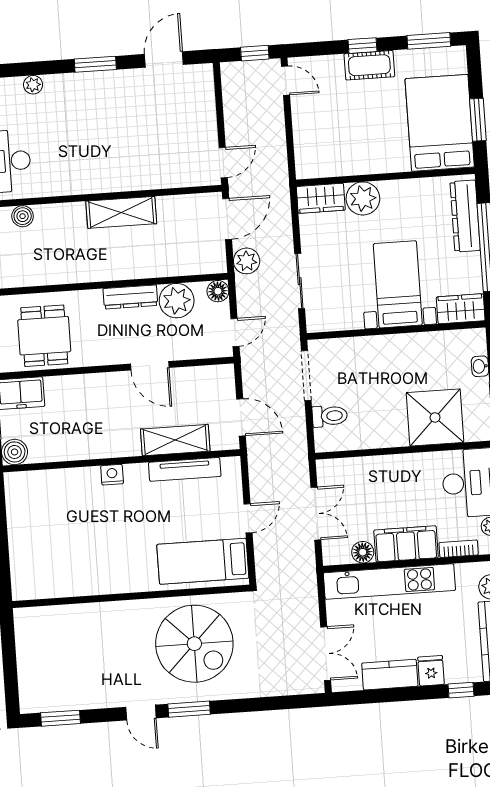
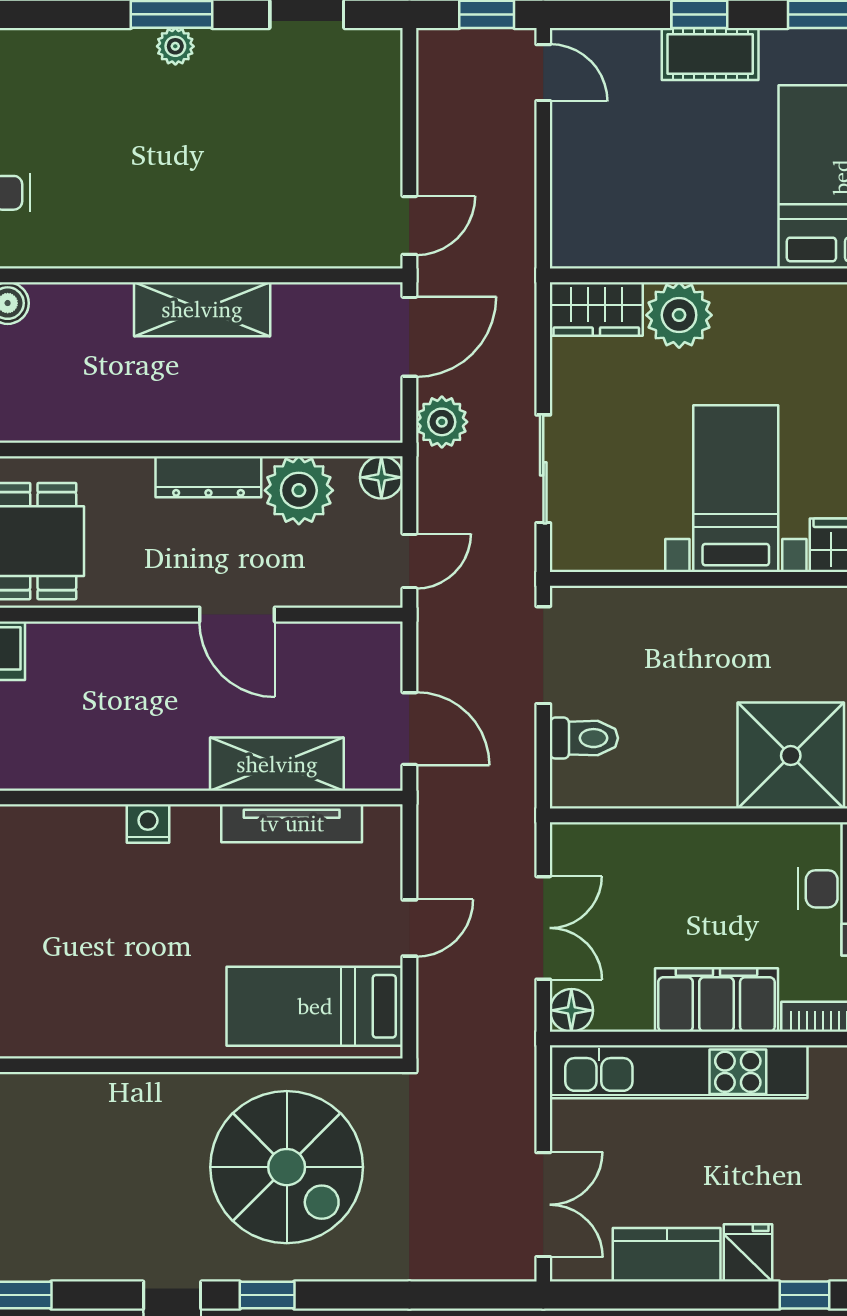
plant: (33, 85) -> (175, 46), moved
floor lamp: (363, 552) -> (571, 1010), moved
window: (189, 709) -> (267, 1295), width x0.67

